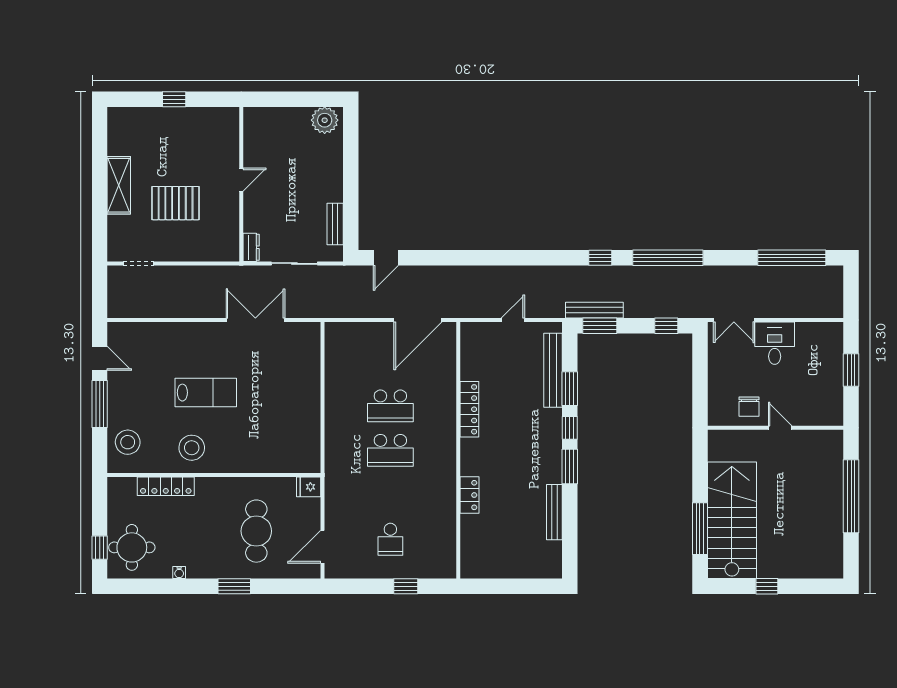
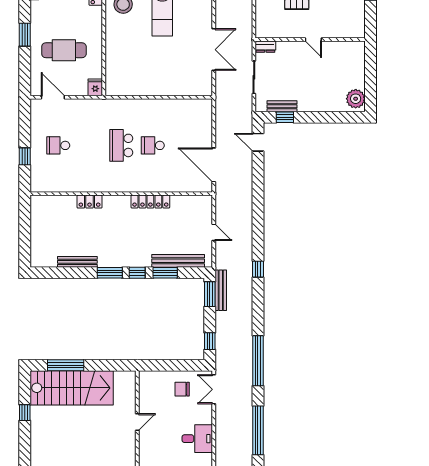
window: (351, 220) -> (285, 117), added
window: (600, 258) -> (258, 269), moved
window: (668, 258) -> (258, 361), moved
desk: (775, 343) -> (197, 439), moved
school desk: (390, 406) -> (153, 145), width x0.54
chair: (749, 407) -> (182, 389), moved

